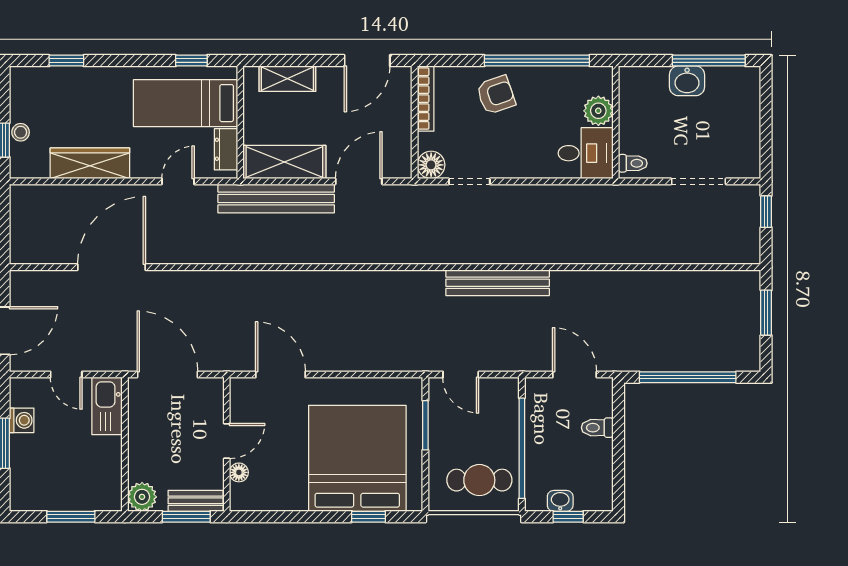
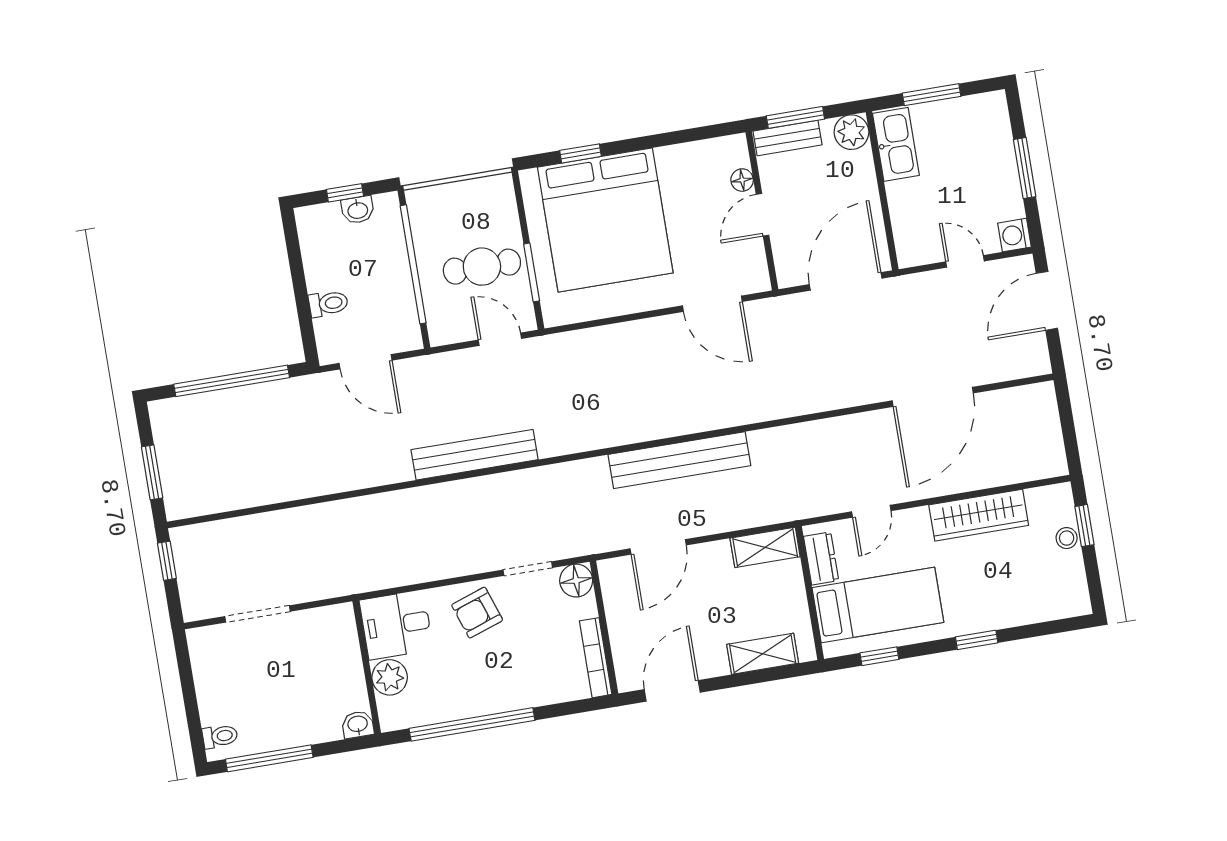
window: (66, 61) -> (977, 640), moved
washbasin: (687, 81) -> (358, 725), moved, width x0.72, depth x0.69
armchair: (496, 95) -> (477, 613), moved
shelving: (284, 162) -> (765, 547), width x0.67, depth x0.75
toilet: (633, 163) -> (220, 736), moved, turned 180
bench: (276, 198) -> (679, 460), moved
window: (766, 212) -> (167, 561), moved
door: (167, 374) -> (846, 281), swing flipped
kitchen sink: (107, 406) -> (896, 144), moved
washing machine: (22, 420) -> (1015, 235), moved
cafe table: (479, 480) -> (482, 267), moved

